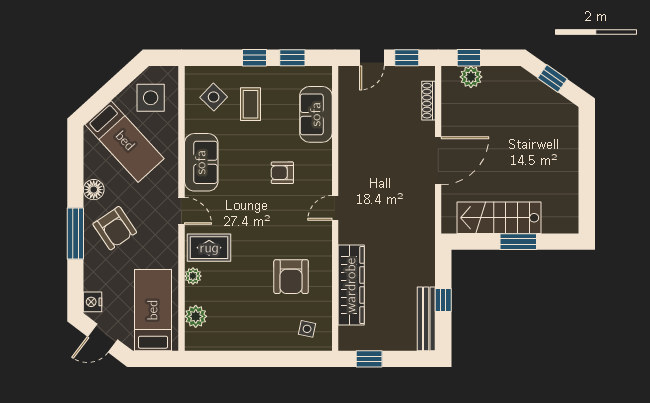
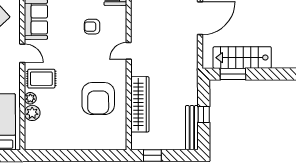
window: (518, 242) -> (233, 74), moved
armchair: (291, 277) -> (98, 99), width x1.36, depth x1.36
plant: (196, 316) -> (32, 113), moved
side table: (307, 329) -> (109, 135), removed

